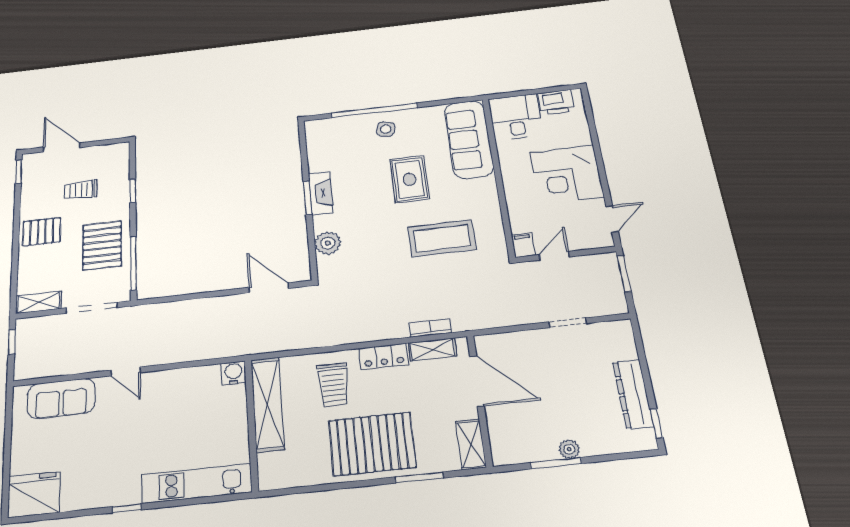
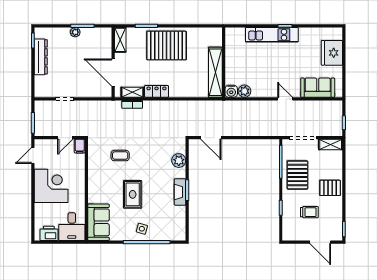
sofa: (469, 139) -> (98, 222), width x0.73
coffee table: (442, 238) -> (120, 156), width x0.54, depth x0.58
plant: (207, 376) -> (244, 91), added
trolley: (333, 385) -> (182, 79), removed
kitchen unit: (197, 483) -> (272, 35), moved
fridge: (34, 495) -> (332, 53), moved, turned 90

